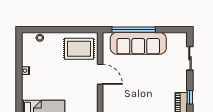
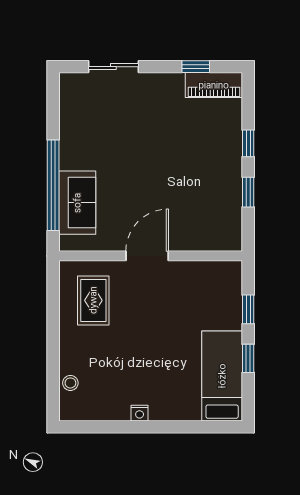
sofa: (138, 43) -> (77, 203), width x0.54, depth x0.79
rug: (79, 49) -> (93, 300), width x0.73, depth x0.70

